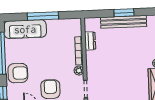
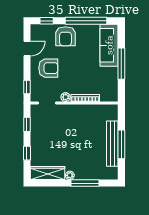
window: (124, 13) -> (121, 144), width x1.44
dresser: (90, 41) -> (95, 110), removed

